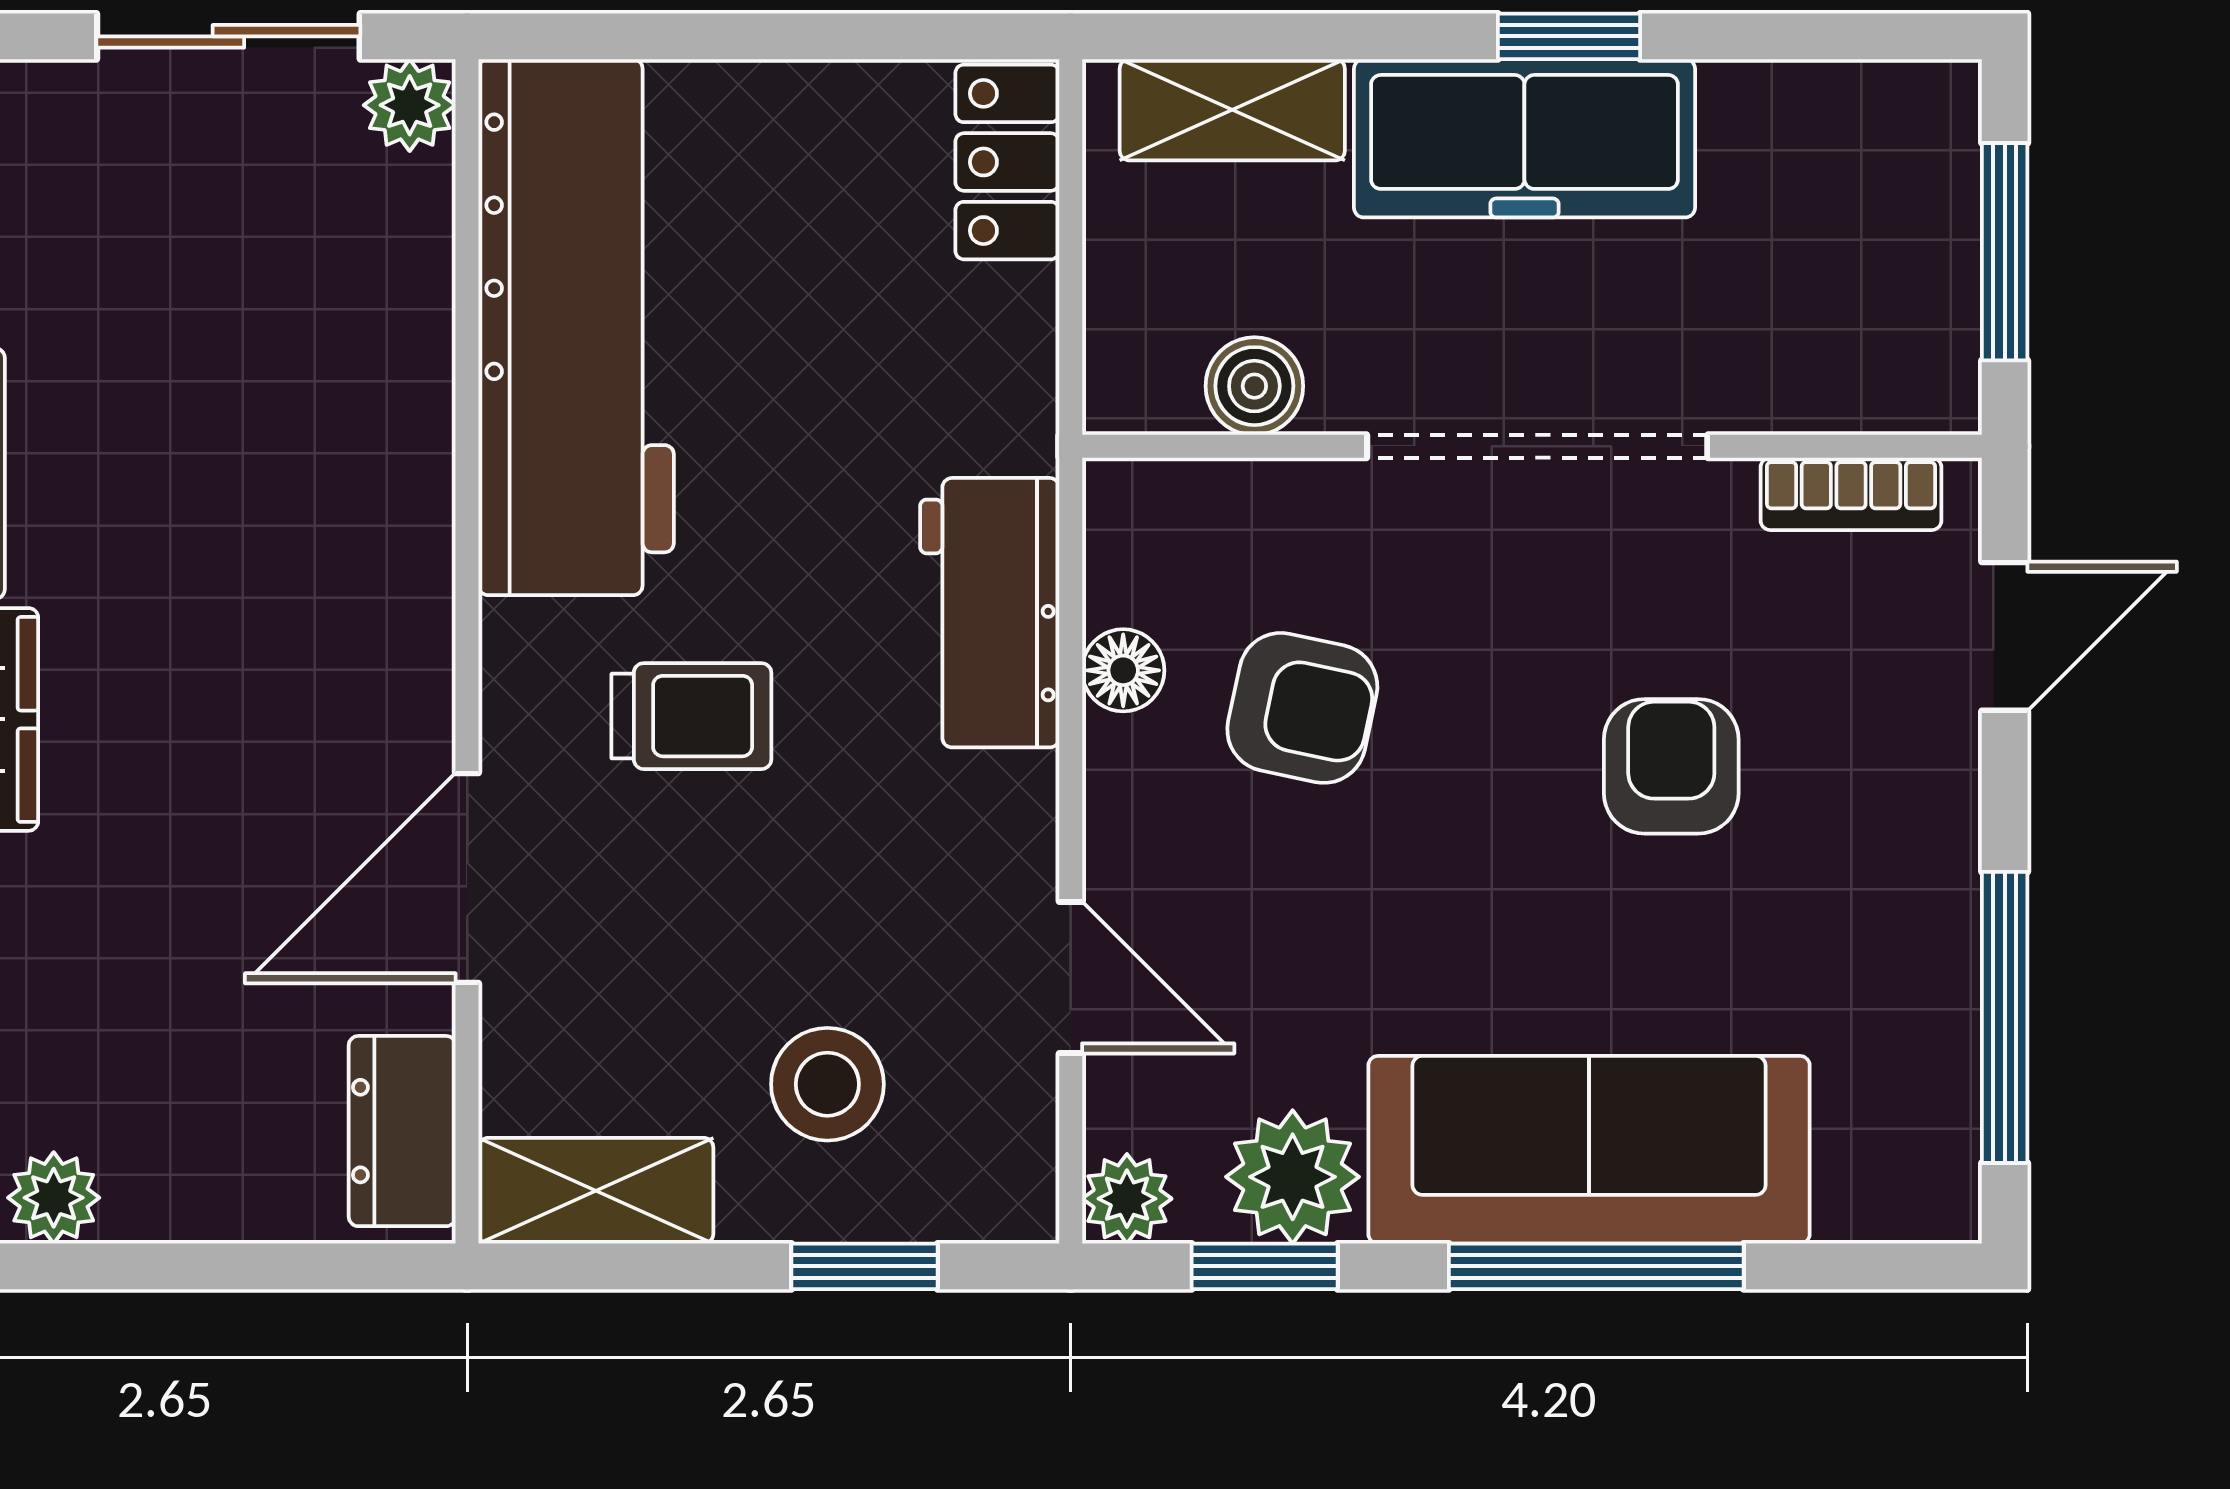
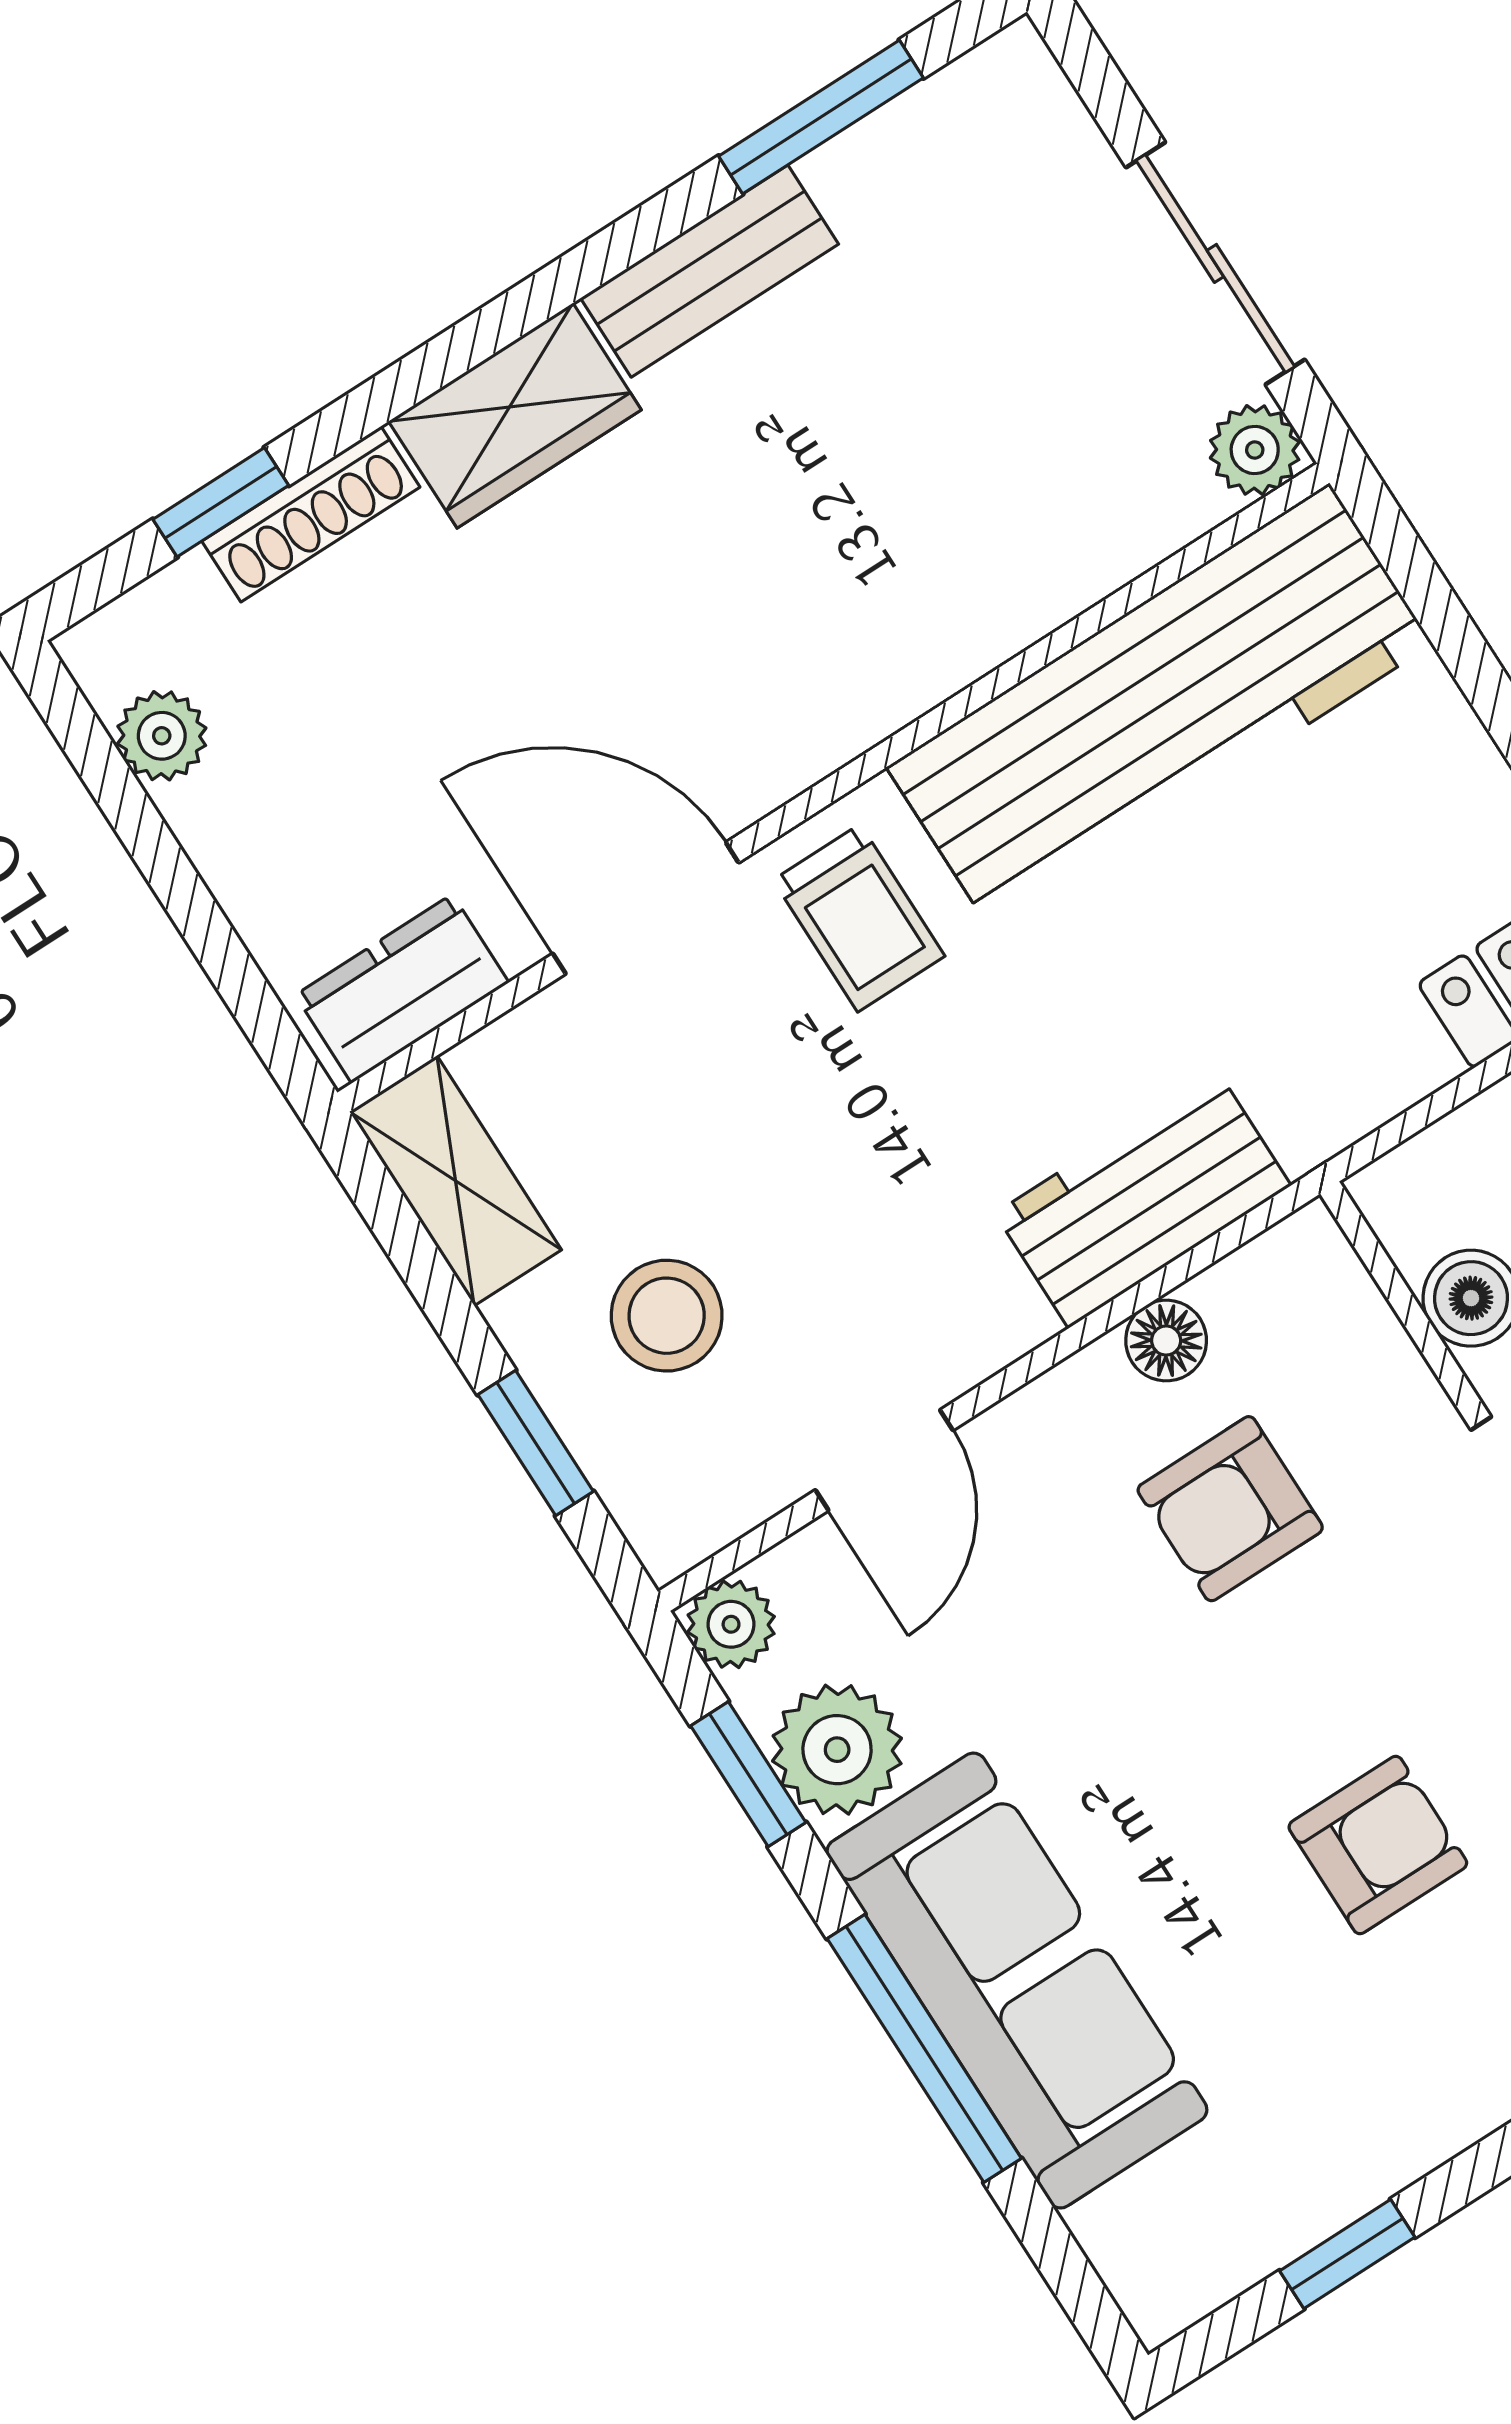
armchair: (1302, 708) -> (1230, 1509), turned 78
trolley: (691, 716) -> (859, 918), moved
window: (2005, 1017) -> (1347, 2254), width x0.46

